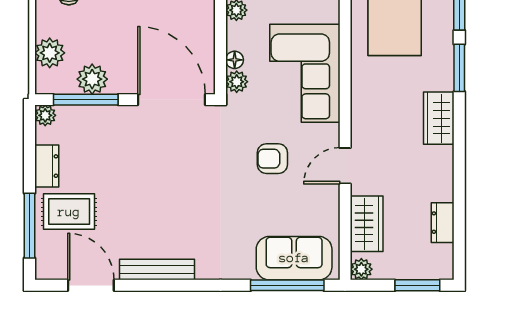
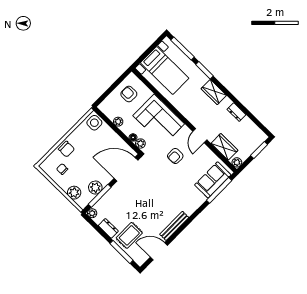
dresser: (443, 223) -> (236, 112), moved

